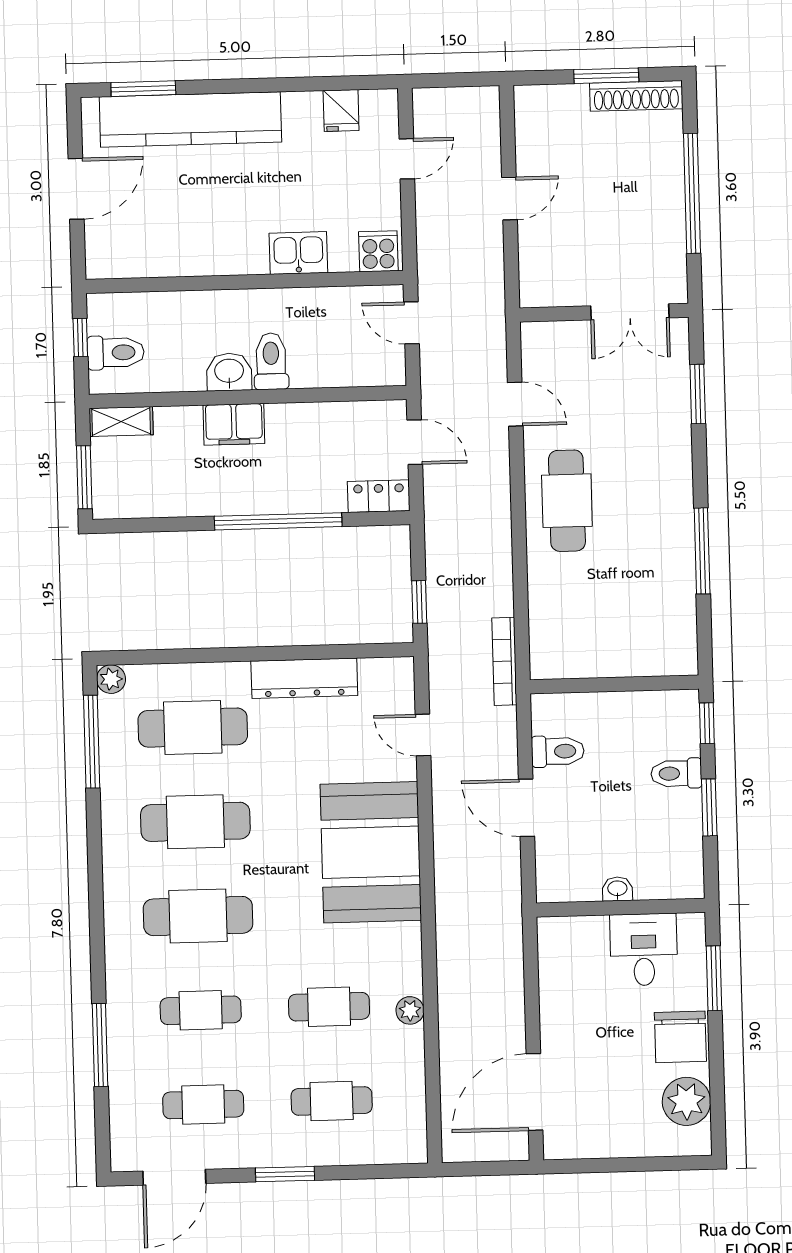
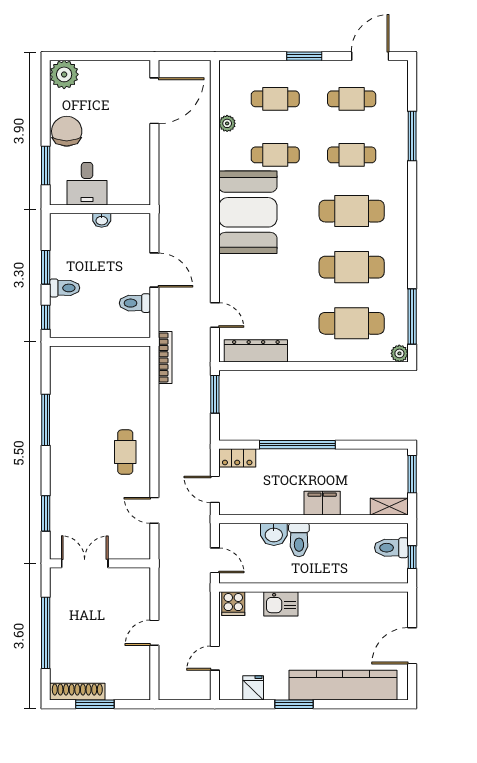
window: (143, 89) -> (294, 704), moved
washbasin: (229, 372) -> (274, 534), moved
cafe table: (567, 501) -> (125, 452), width x0.73, depth x0.74
window: (419, 602) -> (215, 394), width x1.50
dresser: (304, 678) -> (256, 351), moved
booth: (371, 852) -> (248, 212), moved
plant: (410, 1010) -> (227, 123), moved
plant: (686, 1101) -> (64, 74), moved

